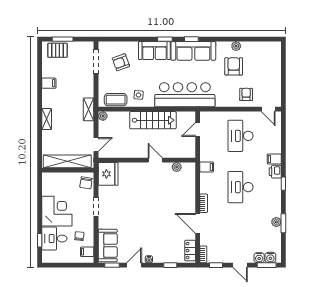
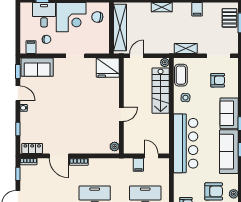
armchair: (121, 62) -> (218, 80), turned 110
shelving: (89, 109) -> (186, 48), moved
stairs: (153, 120) -> (161, 91), moved
door: (96, 145) -> (137, 56), swing flipped
plant: (177, 167) -> (115, 147), moved
filing cabinet: (207, 167) -> (138, 165), moved
chair: (86, 183) -> (97, 17), moved
door: (198, 223) -> (59, 156), swing flipped

